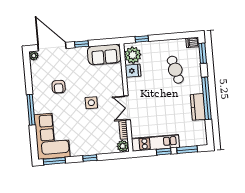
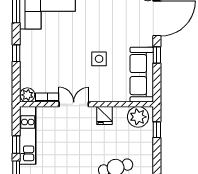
sofa: (104, 55) -> (142, 75), width x1.36
fridge: (133, 71) -> (105, 115), moved
armchair: (59, 87) -> (107, 22), removed
side table: (91, 103) -> (99, 59), moved

